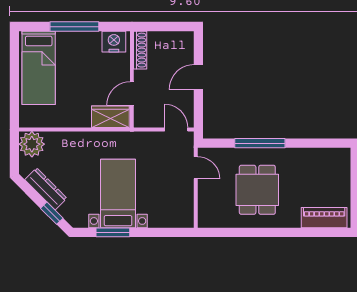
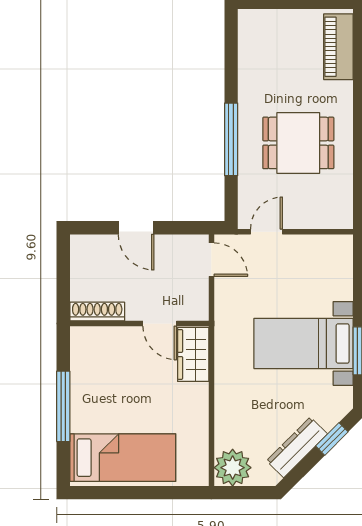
nightstand: (114, 42) -> (85, 349), removed
door: (176, 129) -> (211, 260), swing flipped

